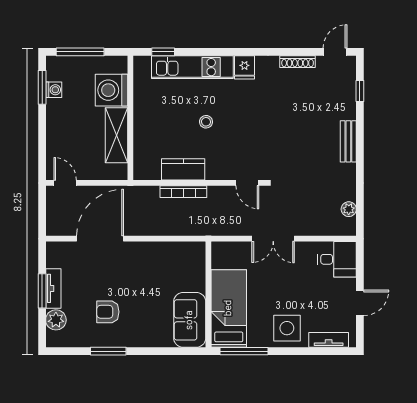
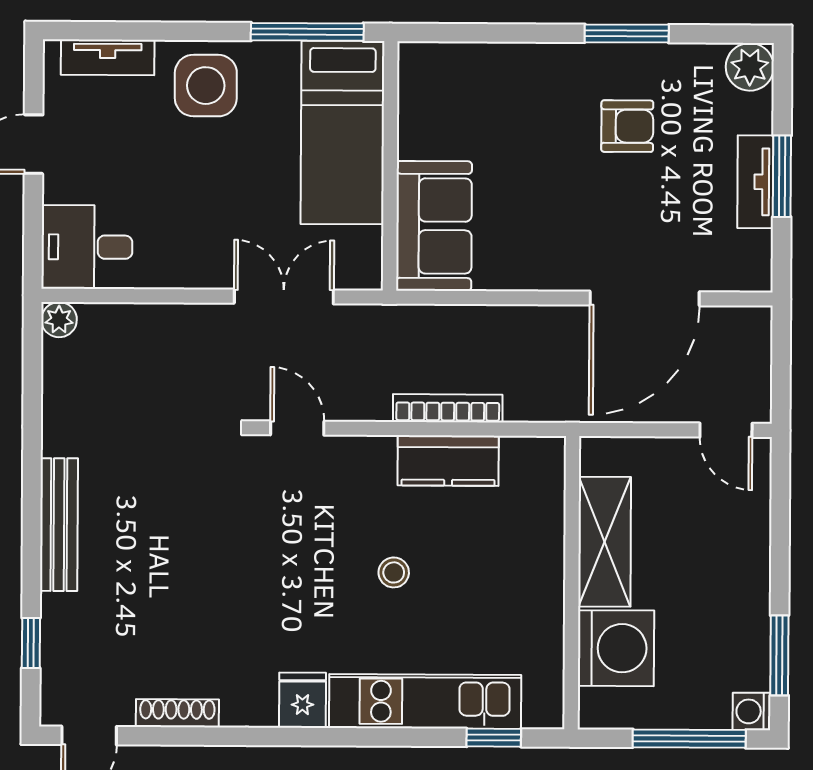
washing machine: (54, 90) -> (752, 711), moved
bench: (348, 141) -> (59, 525), width x1.36
plant: (349, 209) -> (59, 320), moved
double door: (273, 239) -> (284, 297), moved
plant: (56, 320) -> (750, 67), moved
sofa: (190, 320) -> (434, 226), moved

